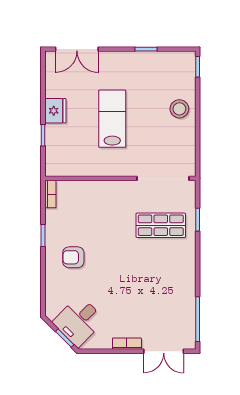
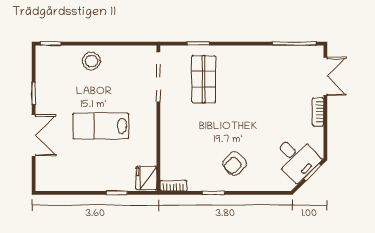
double door: (77, 49) -> (34, 135), moved
fridge: (55, 111) -> (146, 178), moved, turned -90
armchair: (73, 257) -> (235, 164), turned 45

